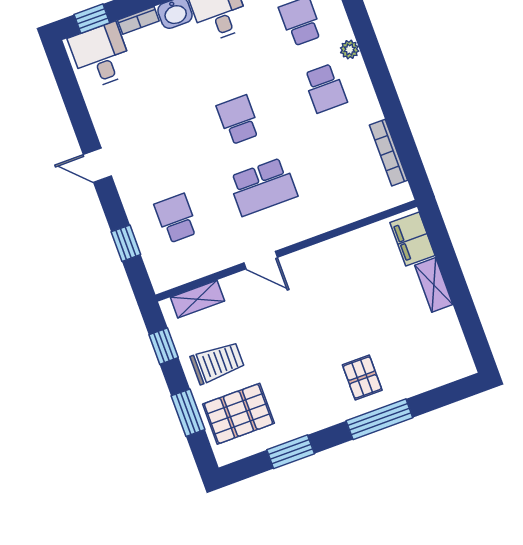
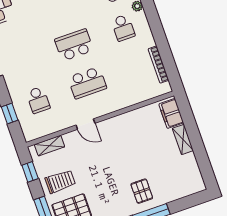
school desk: (238, 120) -> (74, 45), width x1.85
school desk: (176, 218) -> (38, 100), turned 180

